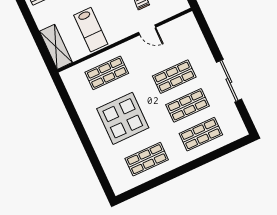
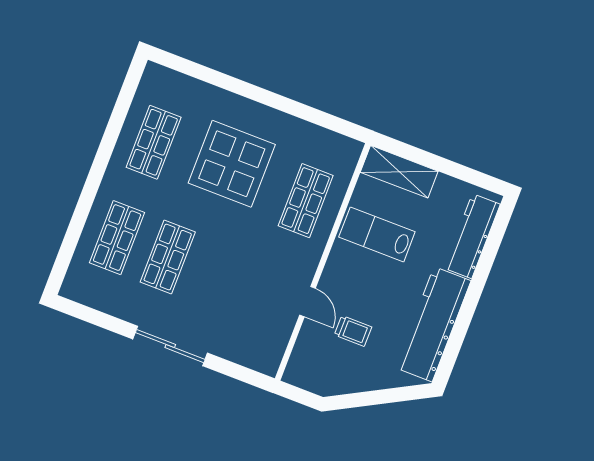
door: (147, 30) -> (307, 302), swing flipped
shop shelf: (174, 77) -> (218, 276), removed
sliding door: (229, 81) -> (170, 346), moved

